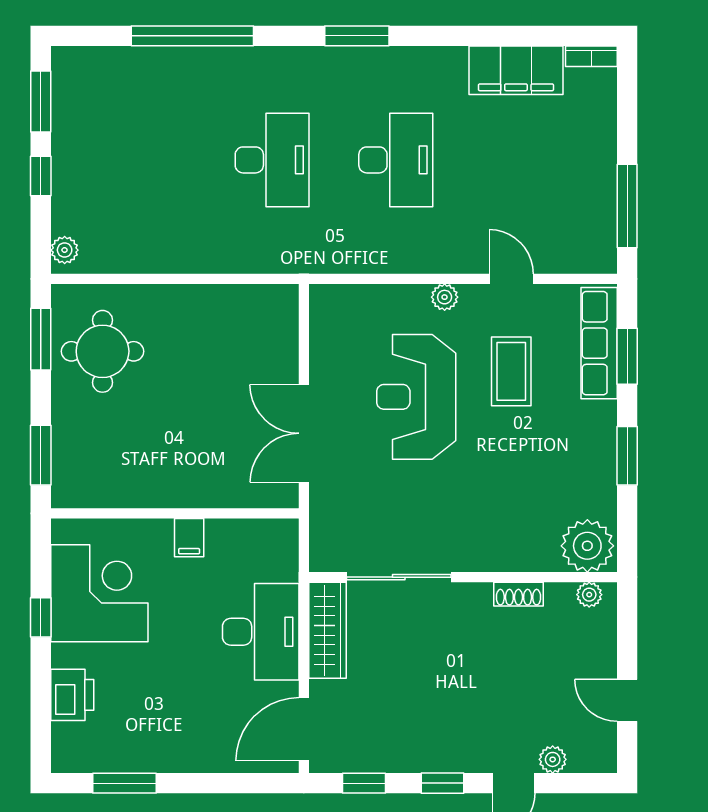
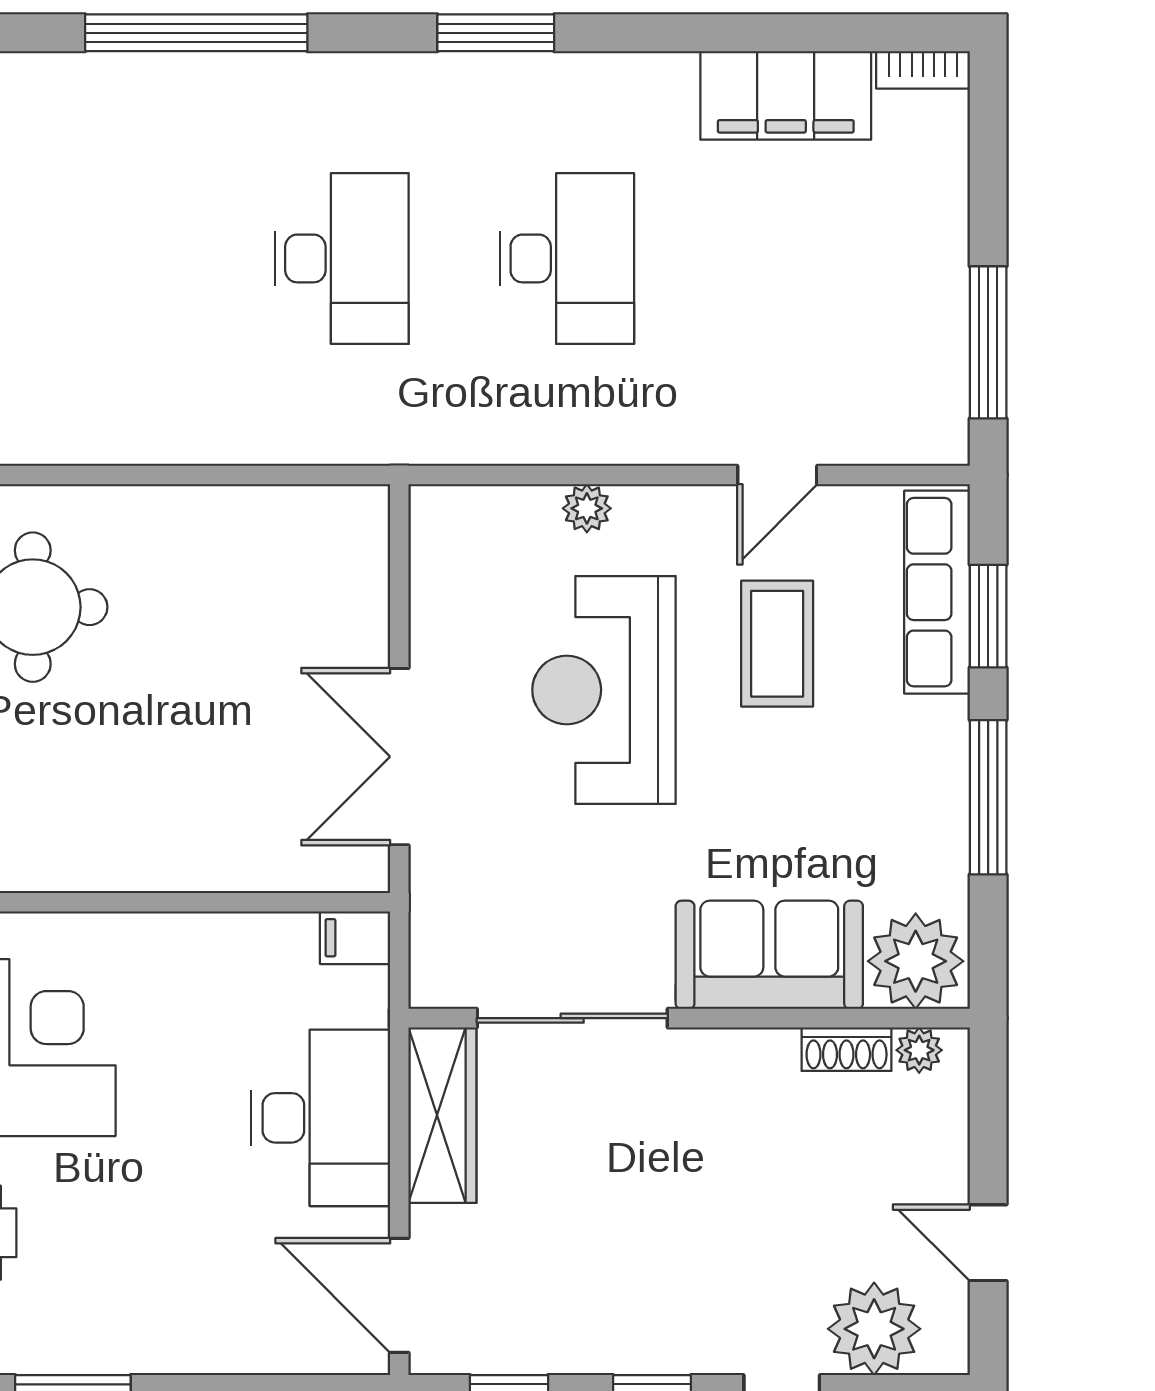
door: (511, 279) -> (777, 475), swing flipped
plant: (445, 297) -> (587, 508), moved
window: (627, 456) -> (988, 797), width x1.44
filing cabinet: (189, 538) -> (355, 938), moved, turned 90
sofa: (507, 542) -> (769, 955), added
shoe rack: (518, 594) -> (847, 1049), moved
door: (304, 729) -> (399, 1295), hinge flipped
plant: (553, 759) -> (874, 1329), width x1.87, depth x1.87

